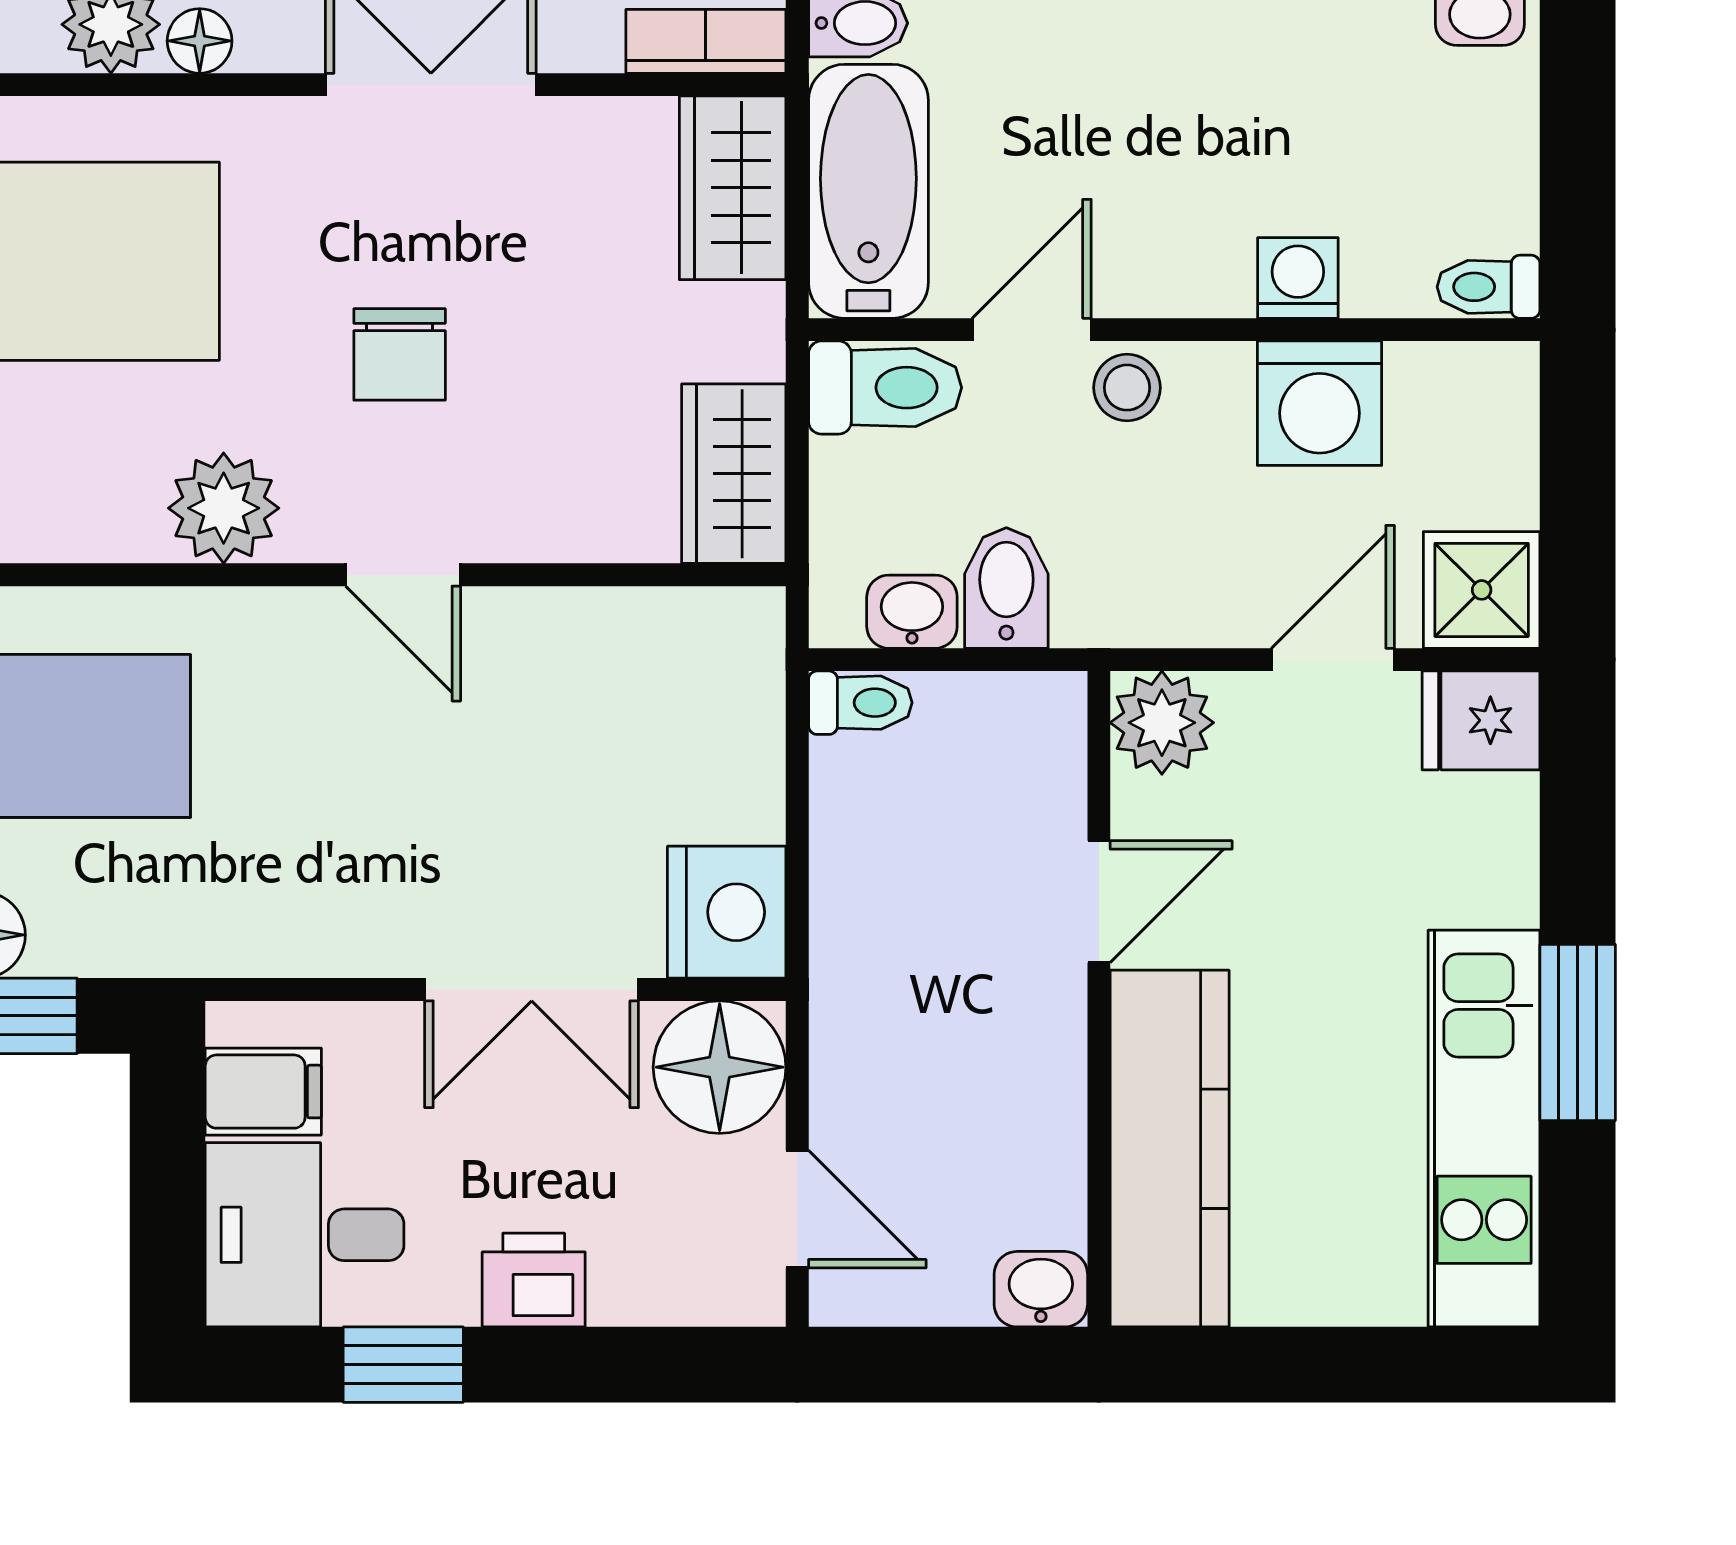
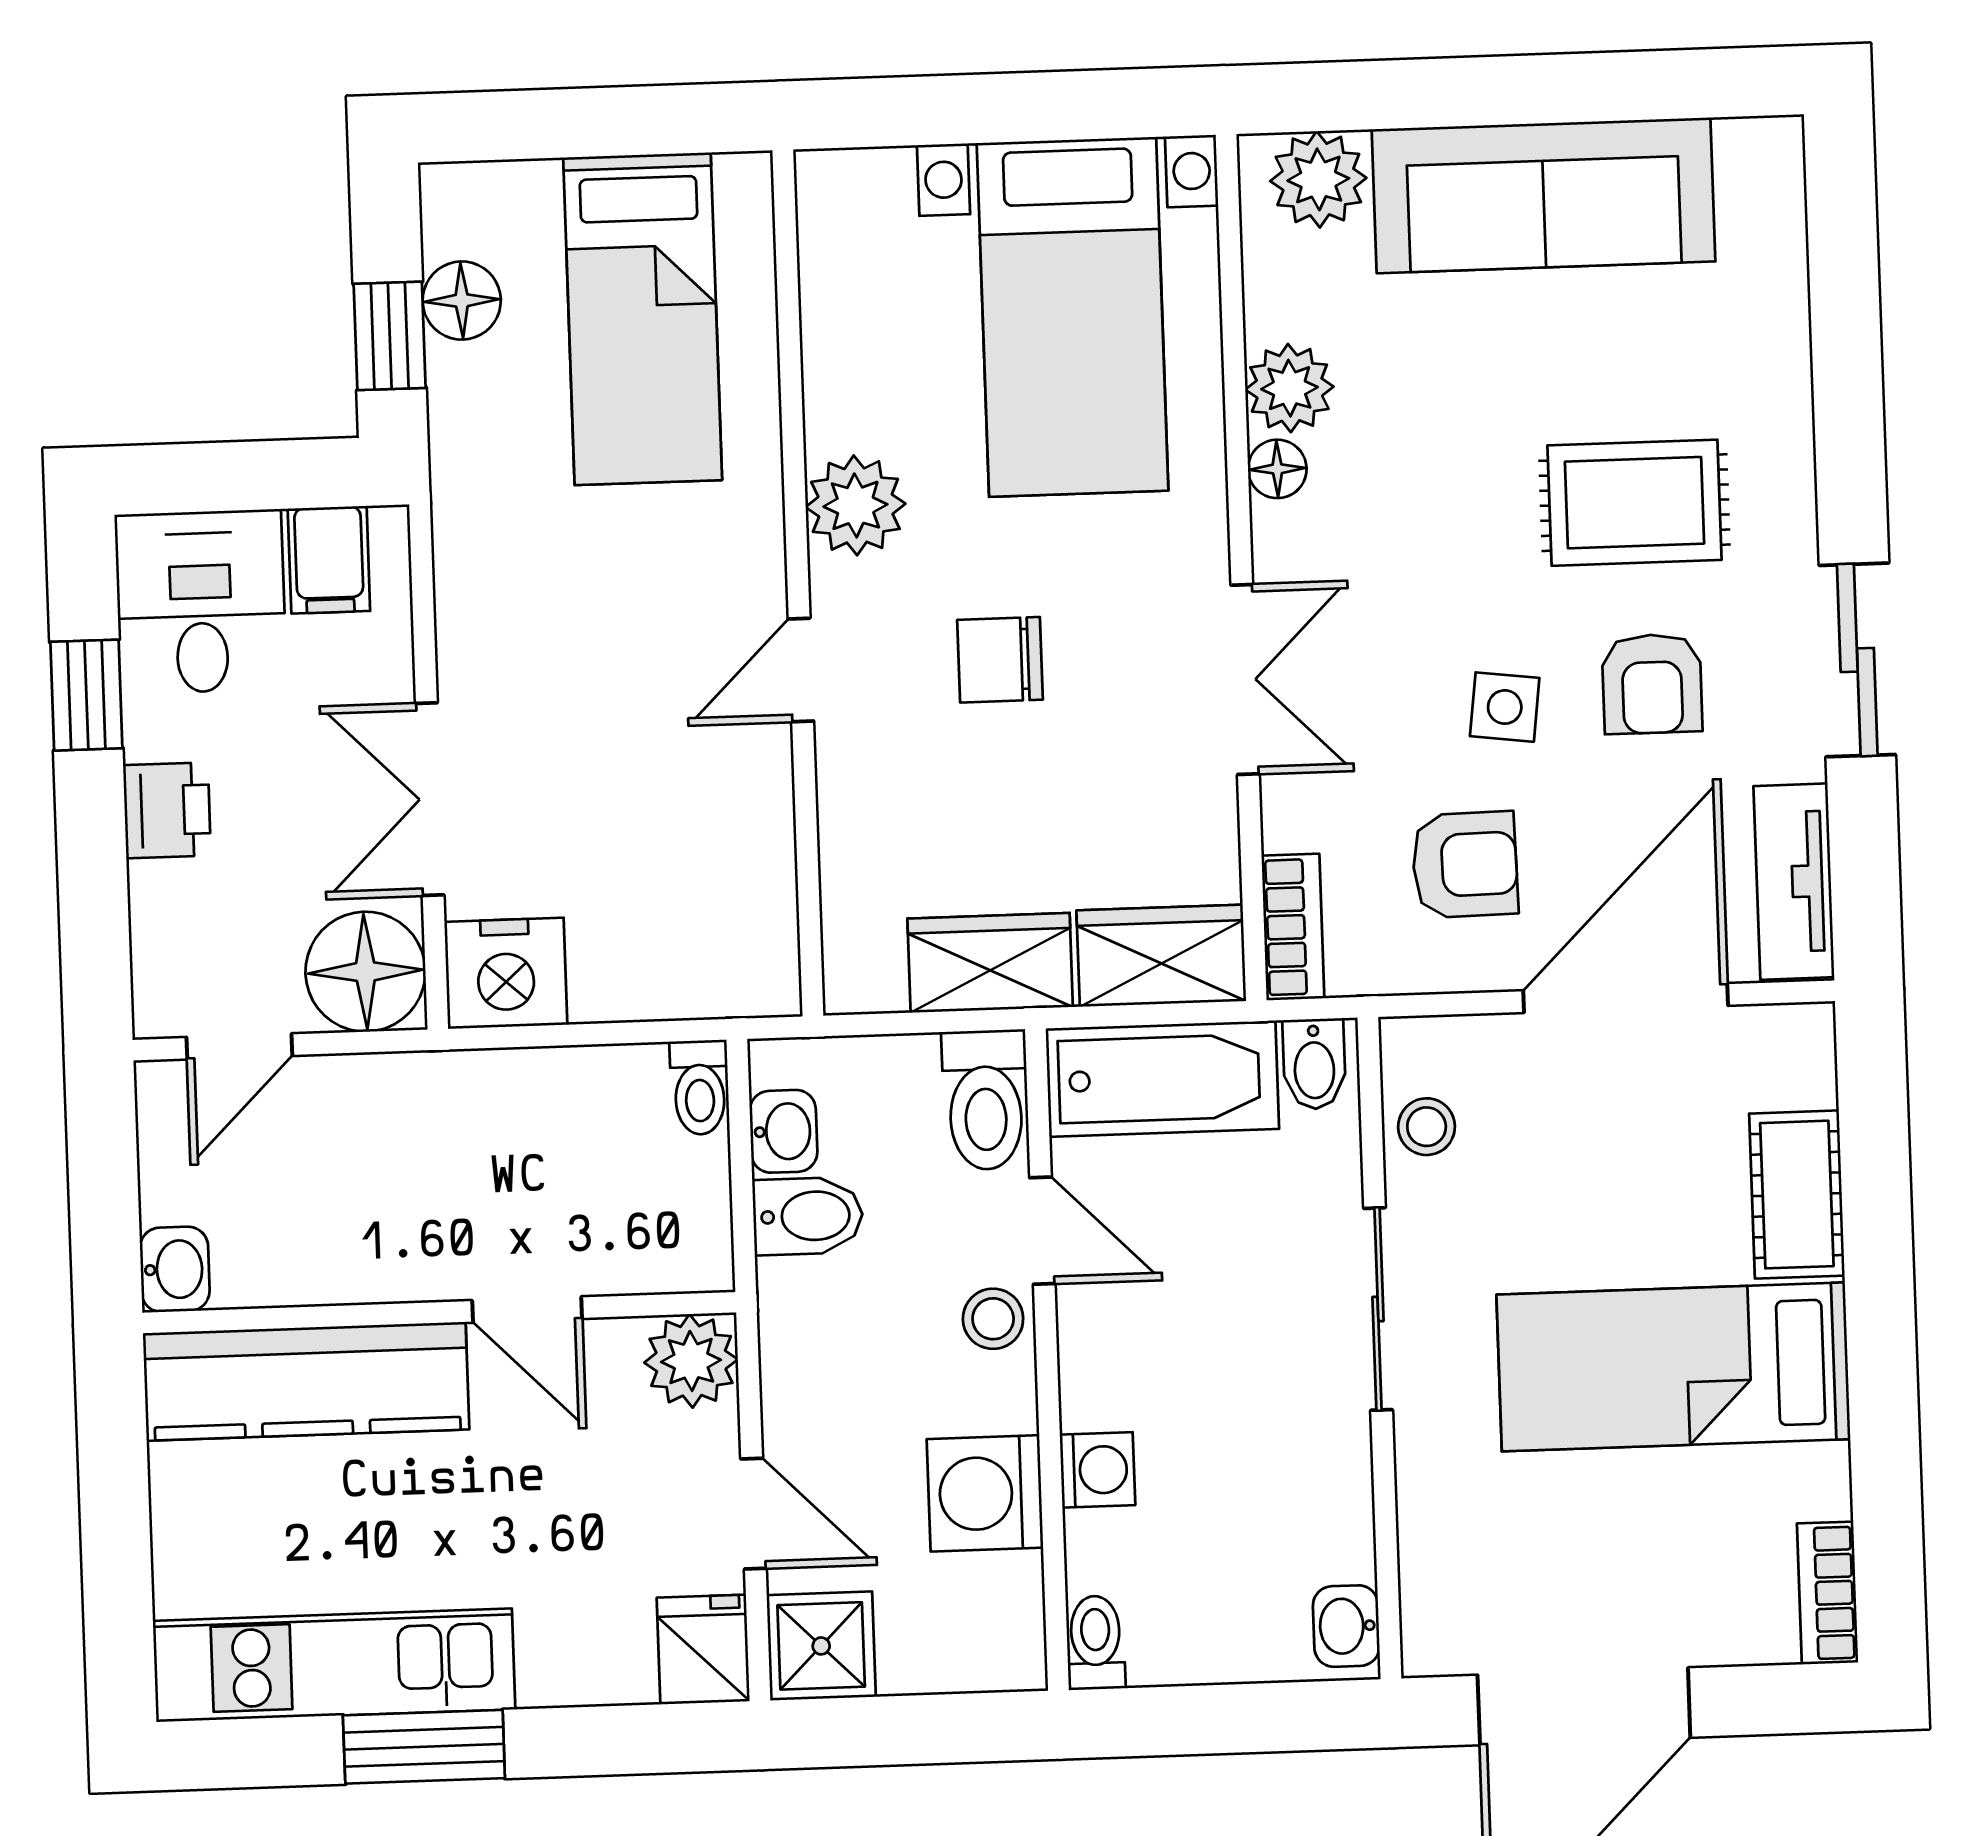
wardrobe: (734, 474) -> (990, 963), moved

